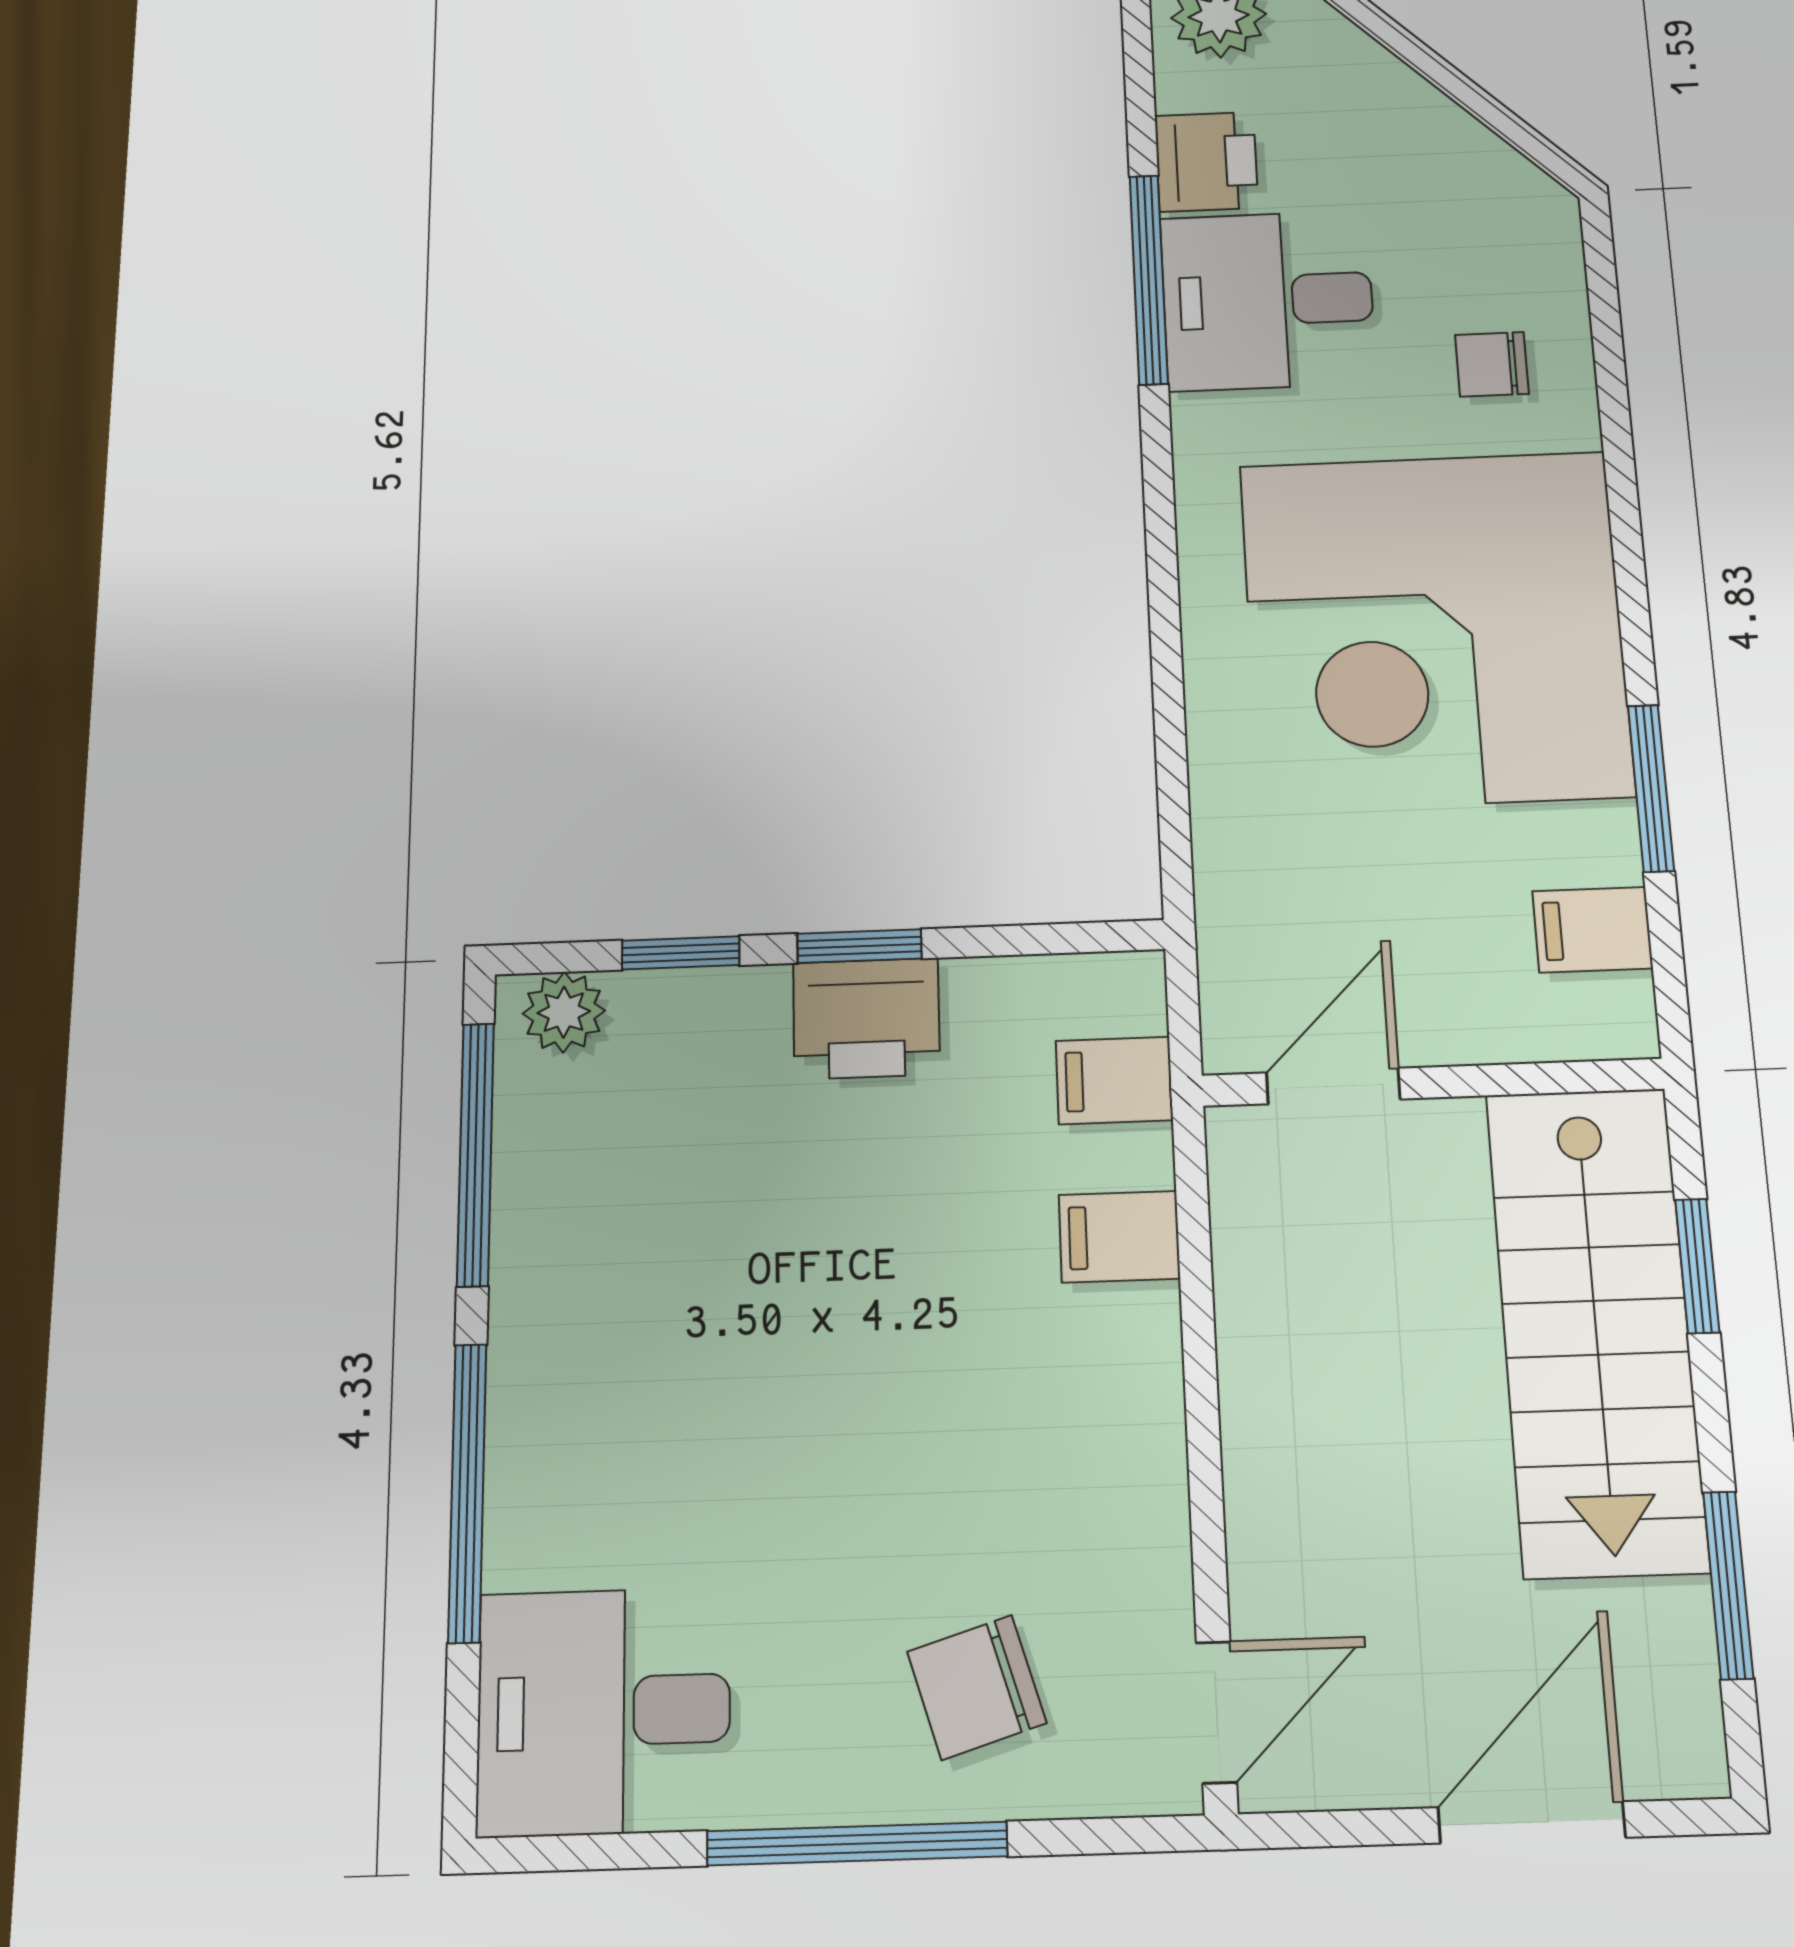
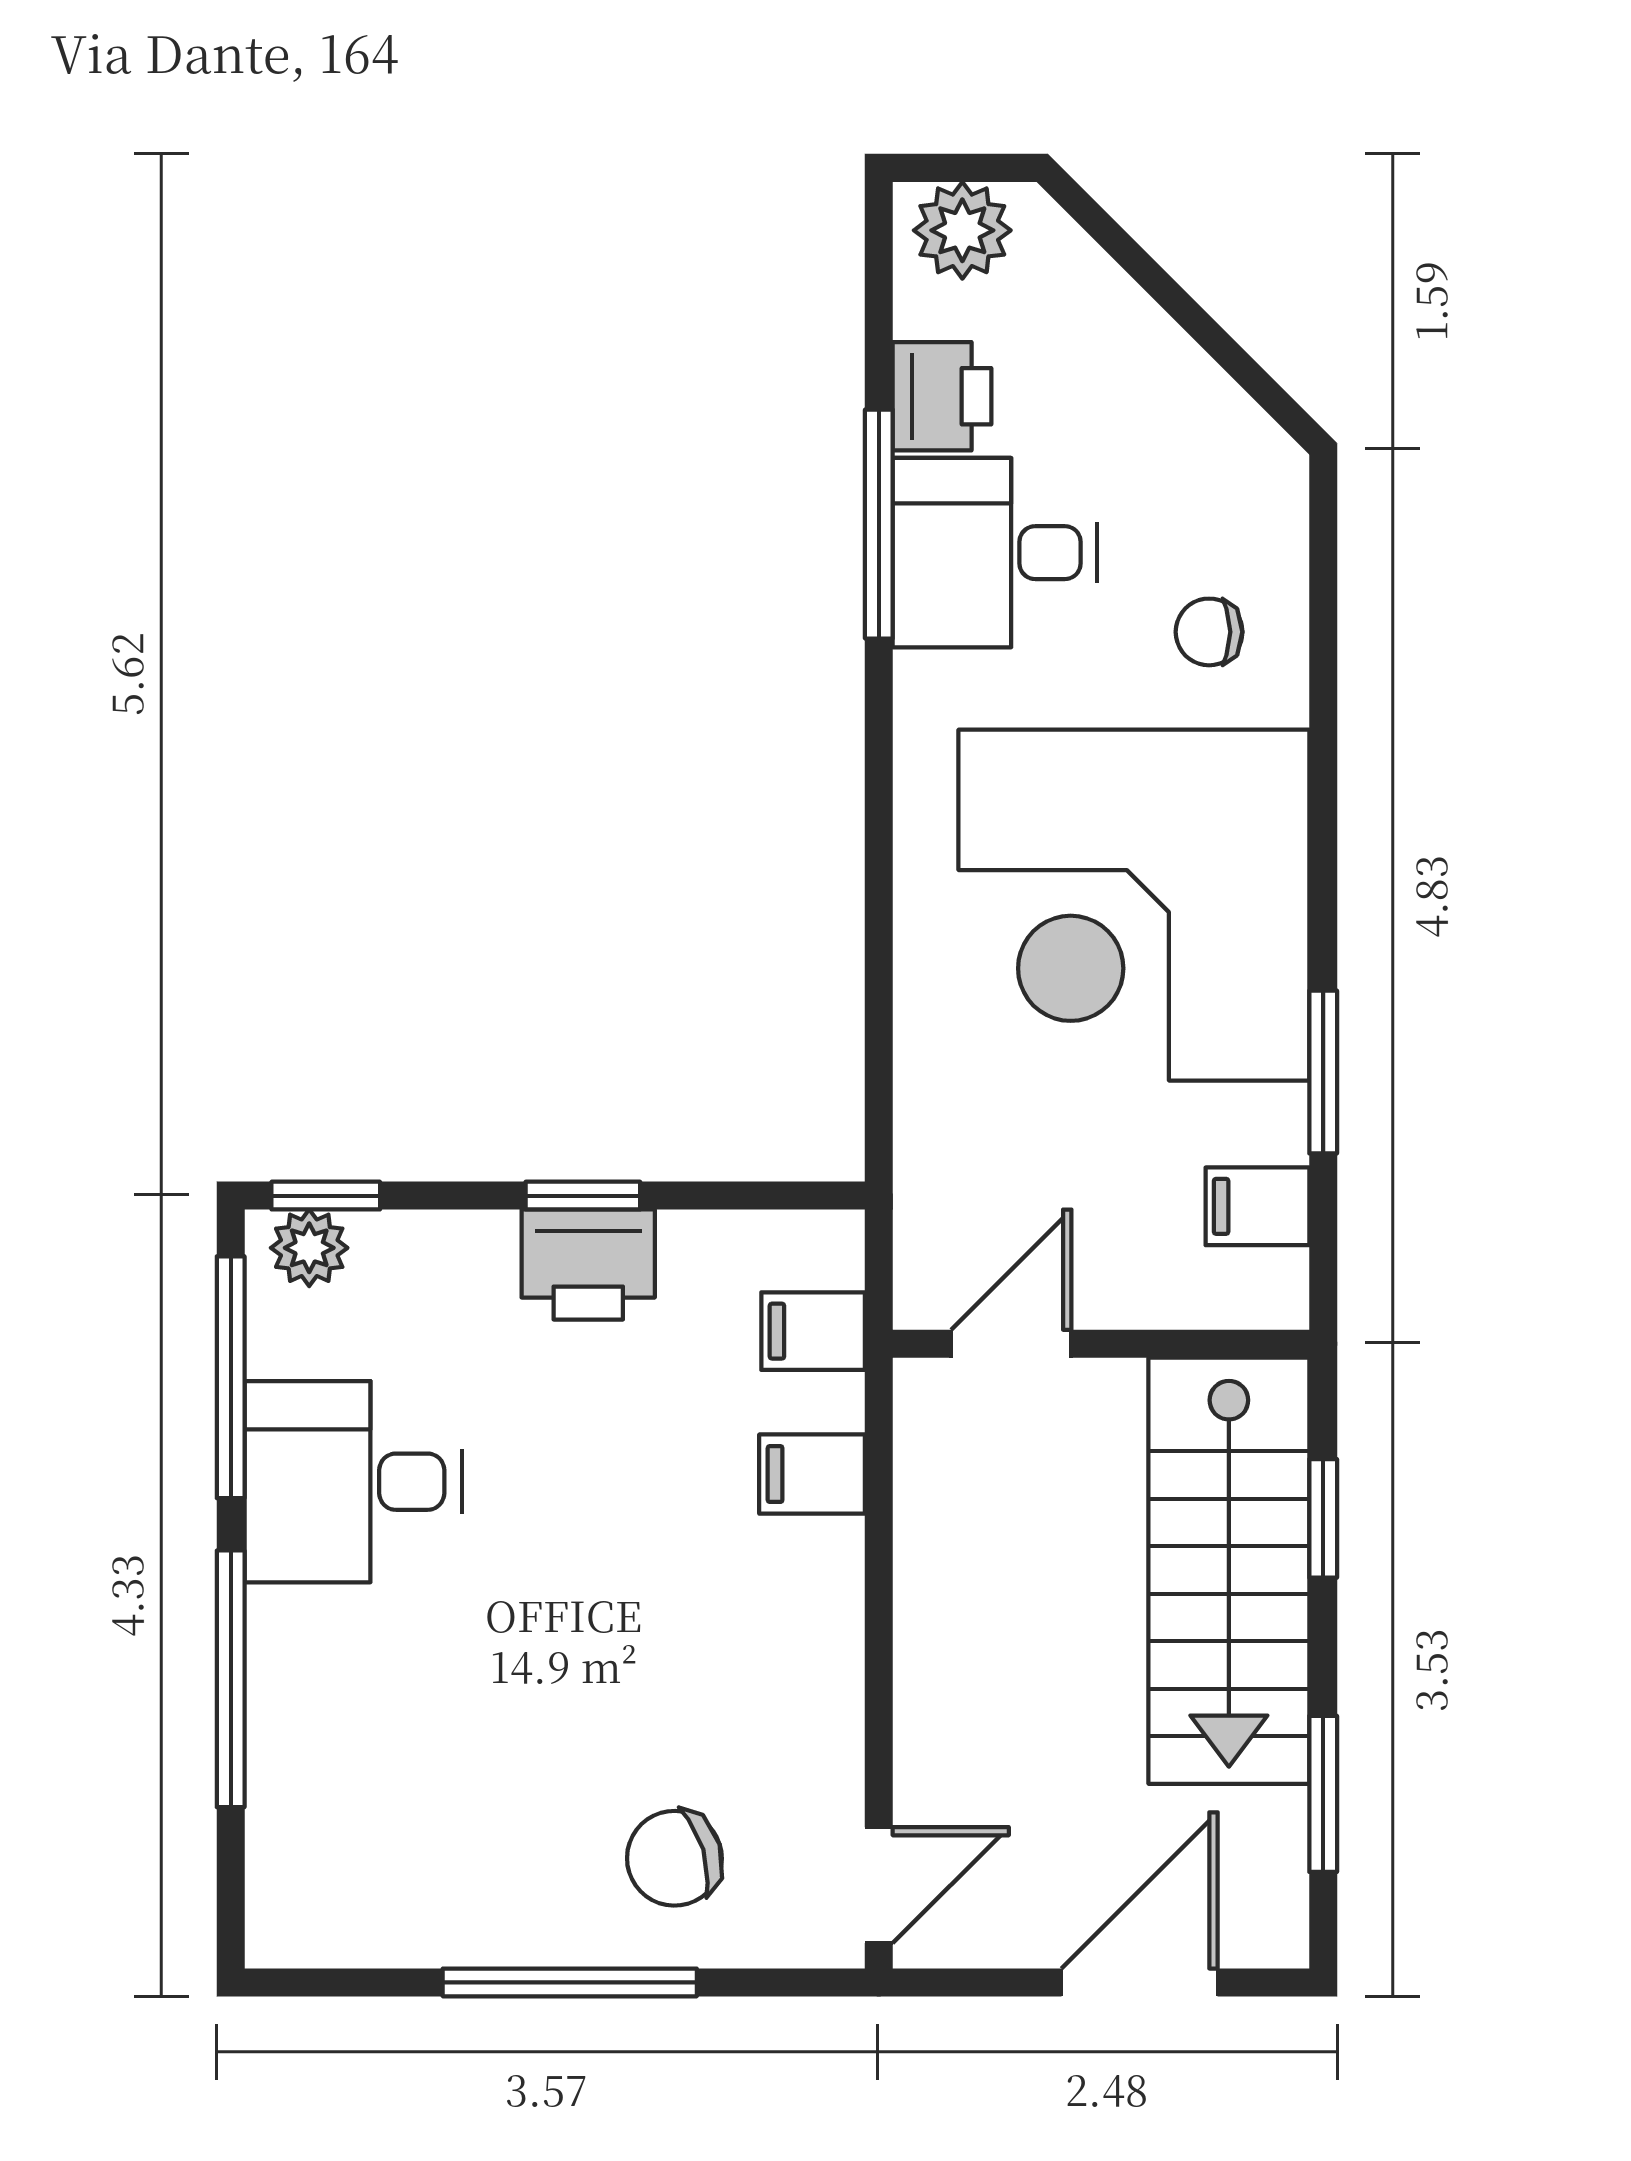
window: (681, 953) -> (326, 1196), moved
desk: (604, 1711) -> (353, 1482), moved

